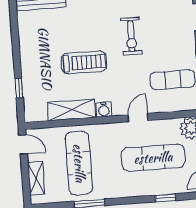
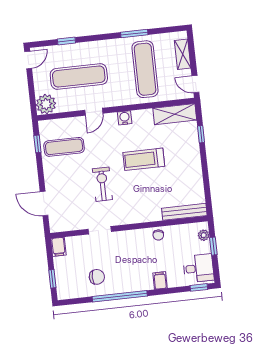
shelving: (71, 110) -> (175, 114), moved

